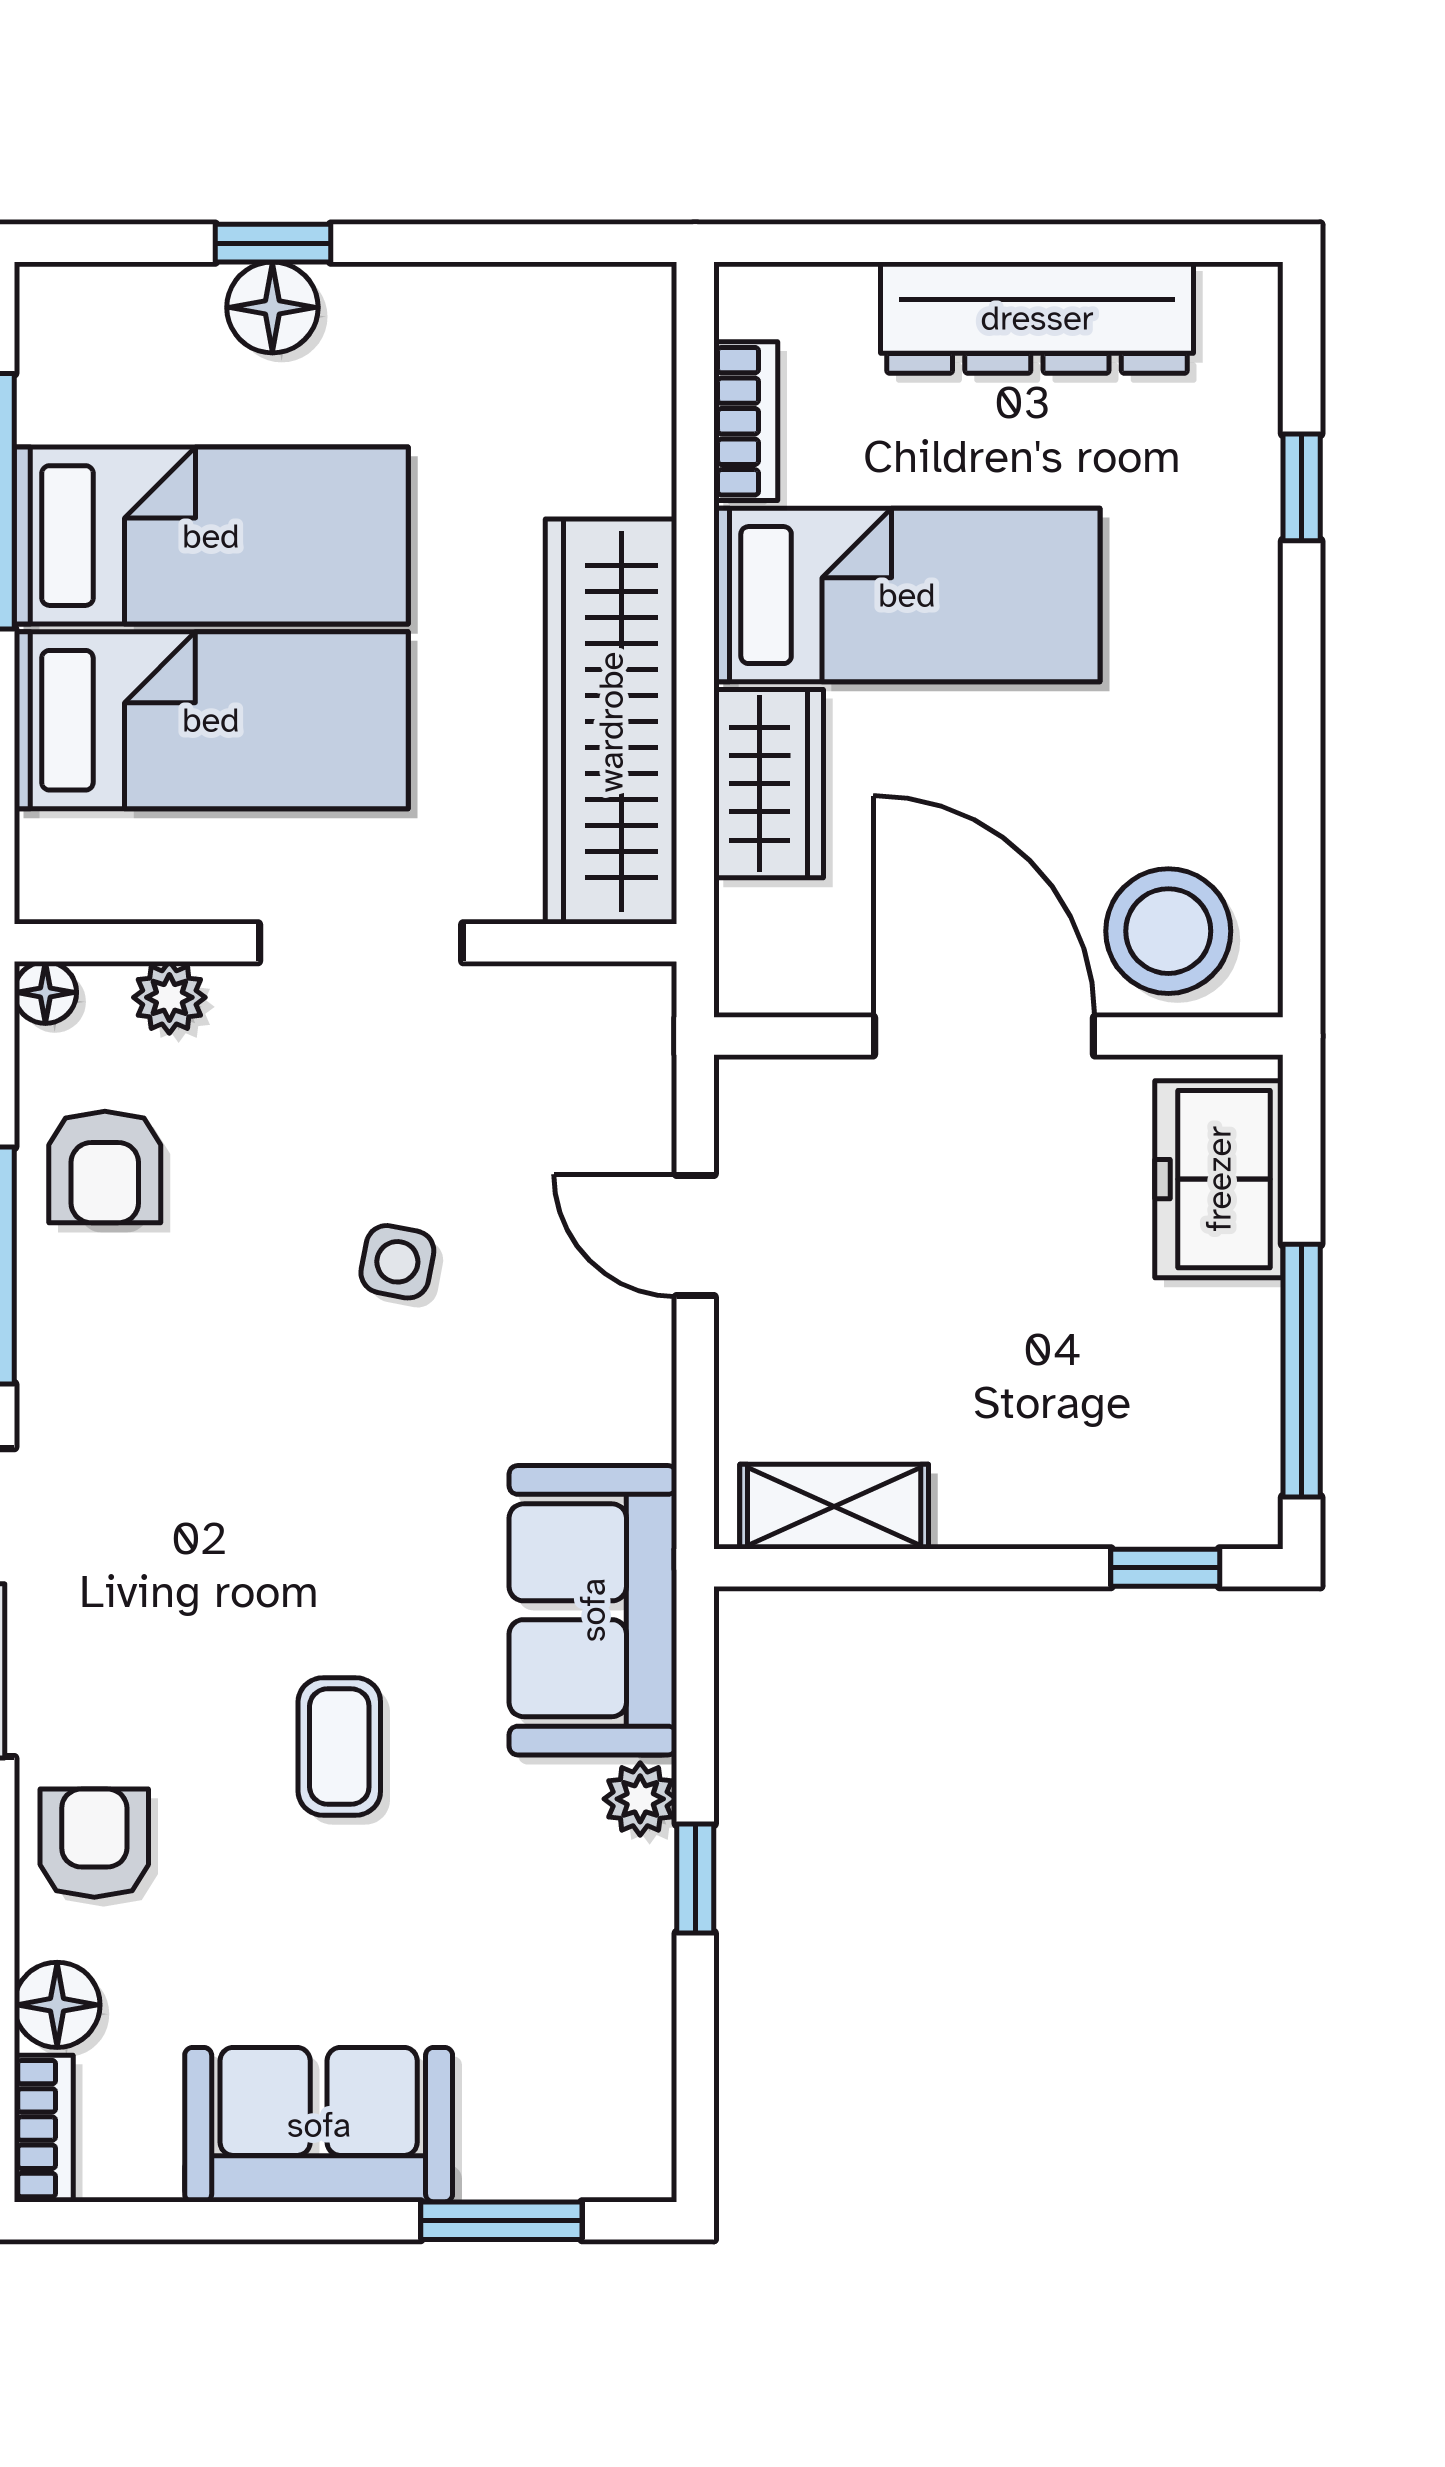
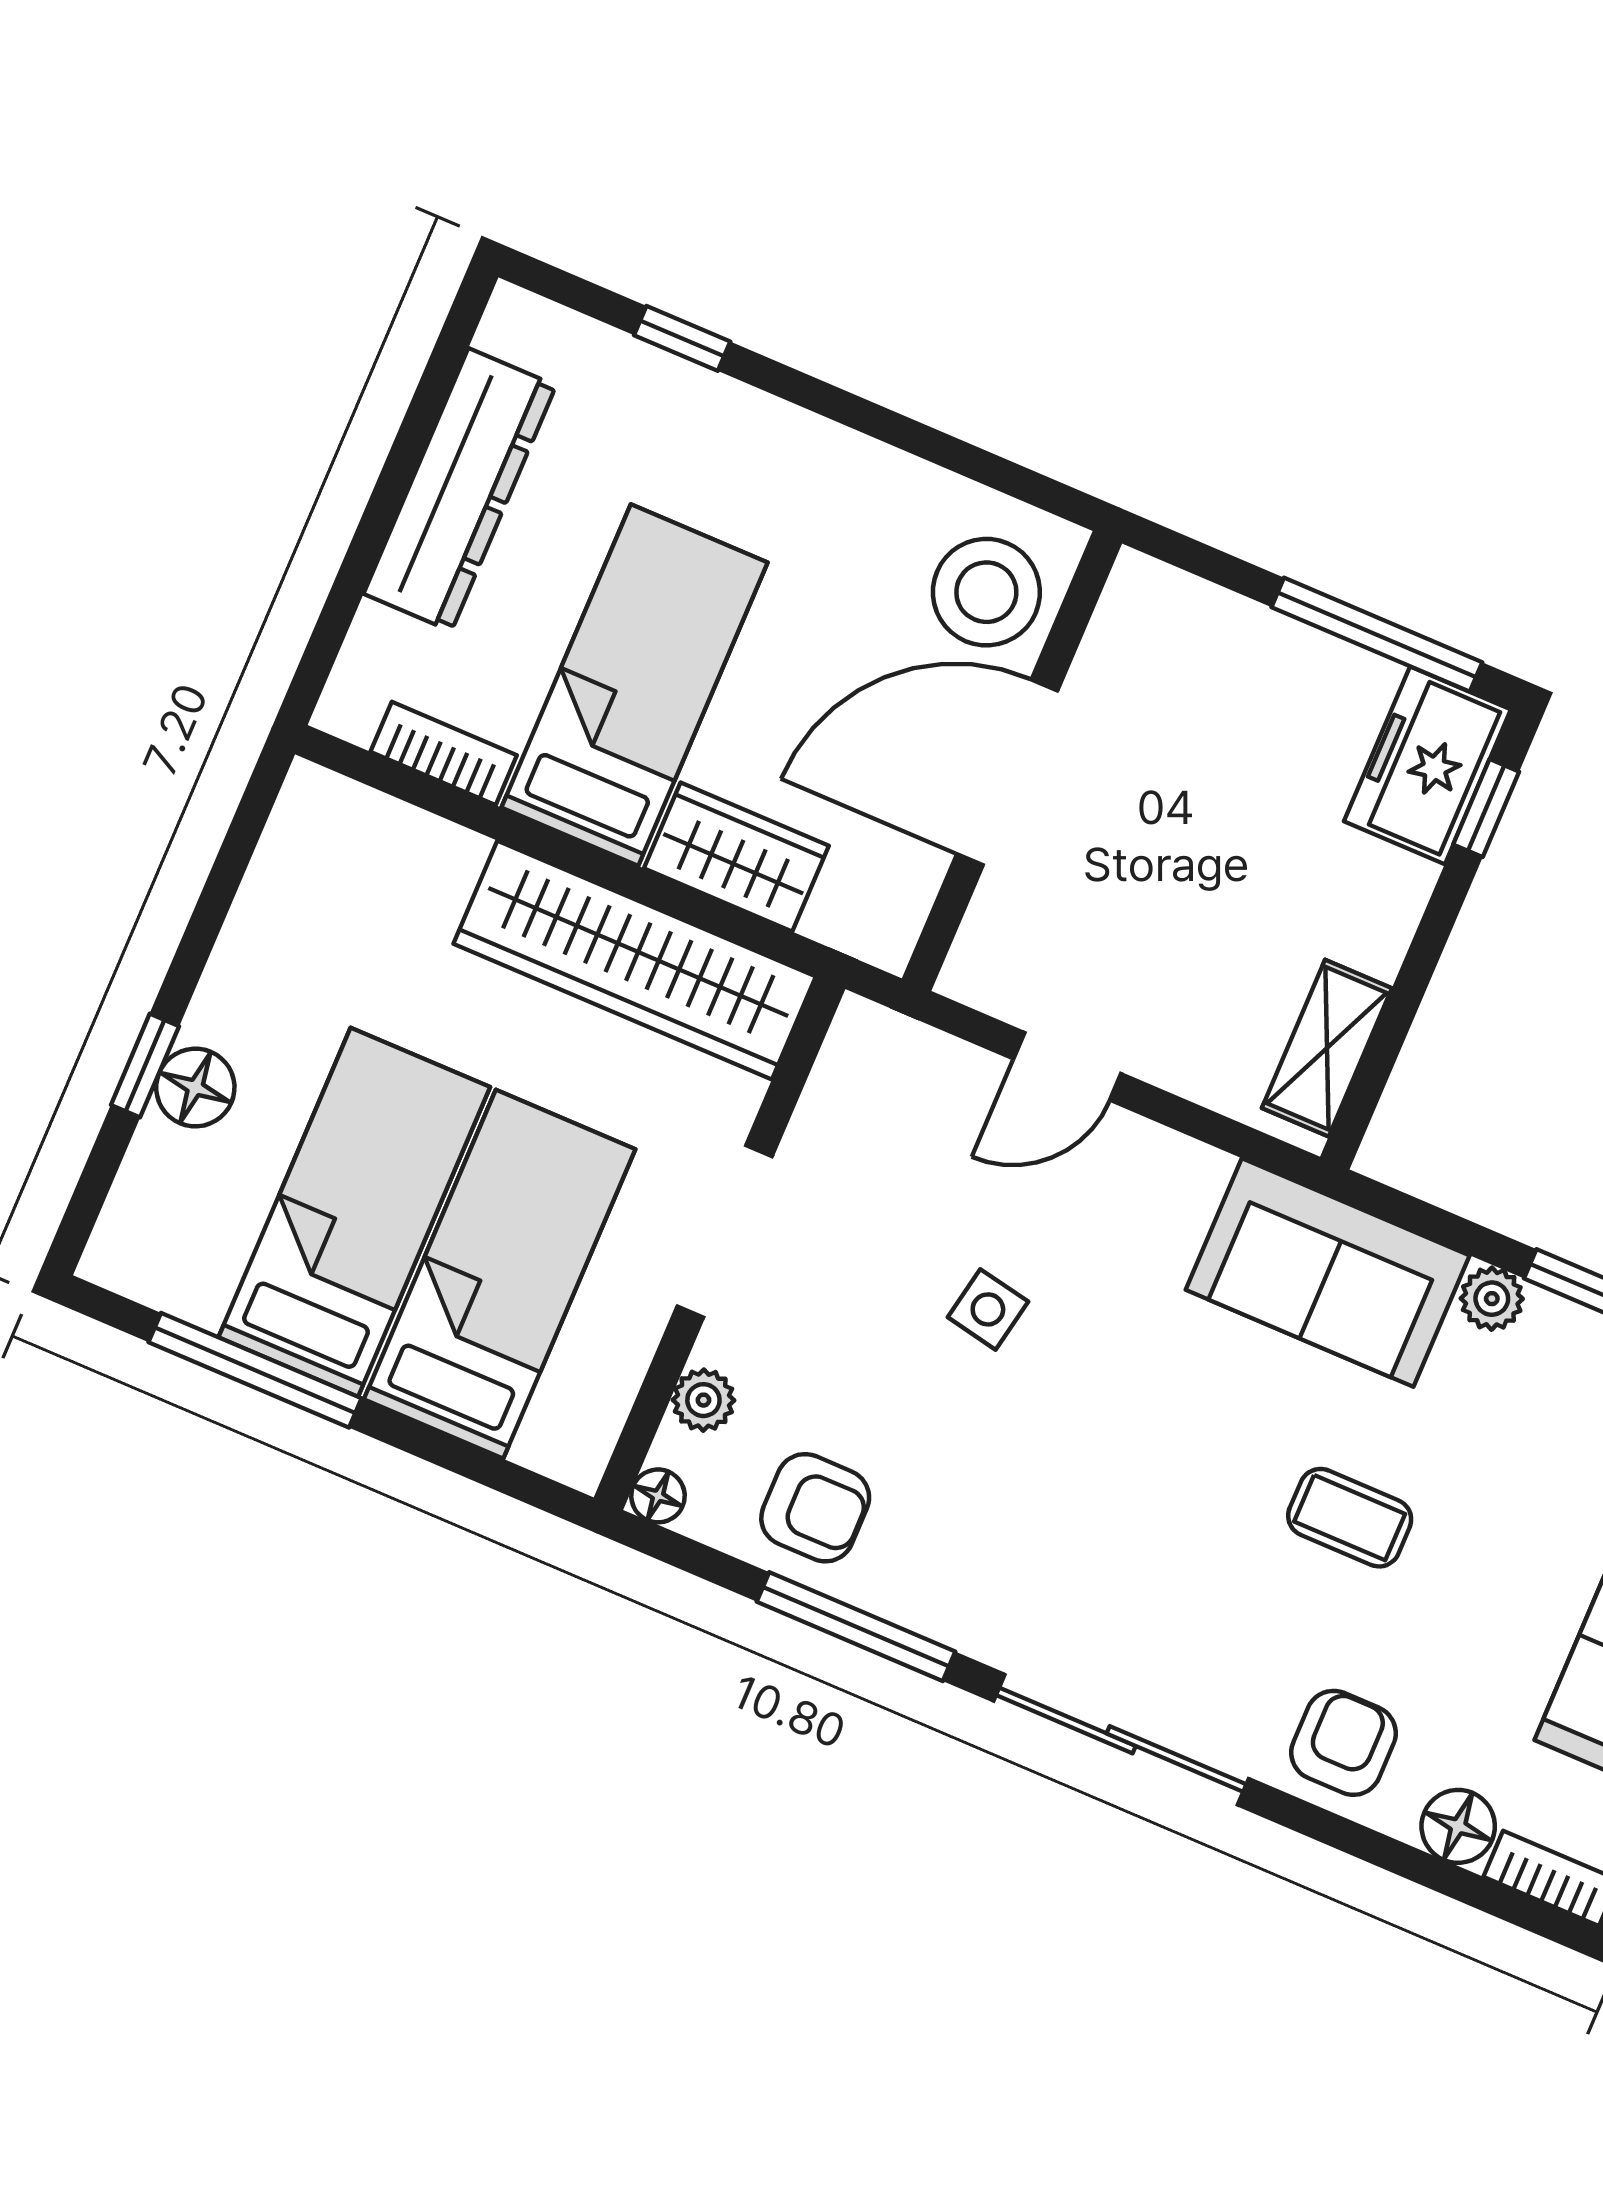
freezer: (1219, 1179) -> (1427, 765), moved, turned 90
armchair: (94, 1843) -> (1343, 1743), turned 90

